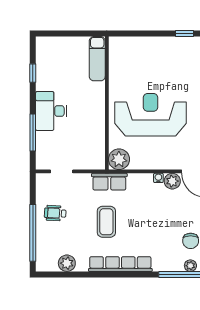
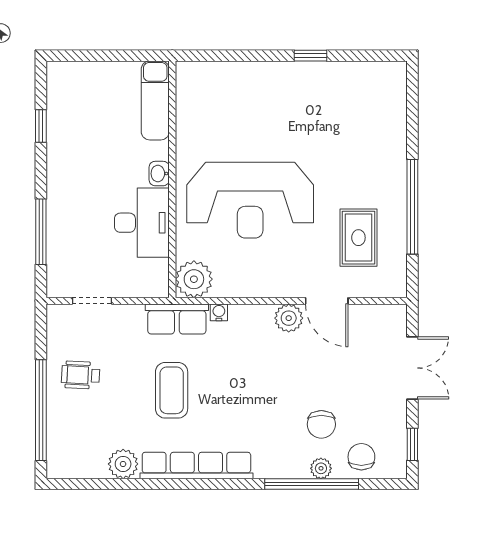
washbasin: (99, 100) -> (159, 174), added
desk: (51, 111) -> (142, 223), moved, turned 180
reception desk: (151, 115) -> (250, 200), turned 180
water cooler: (158, 178) -> (219, 312), moved
plant: (67, 263) -> (123, 464), moved

